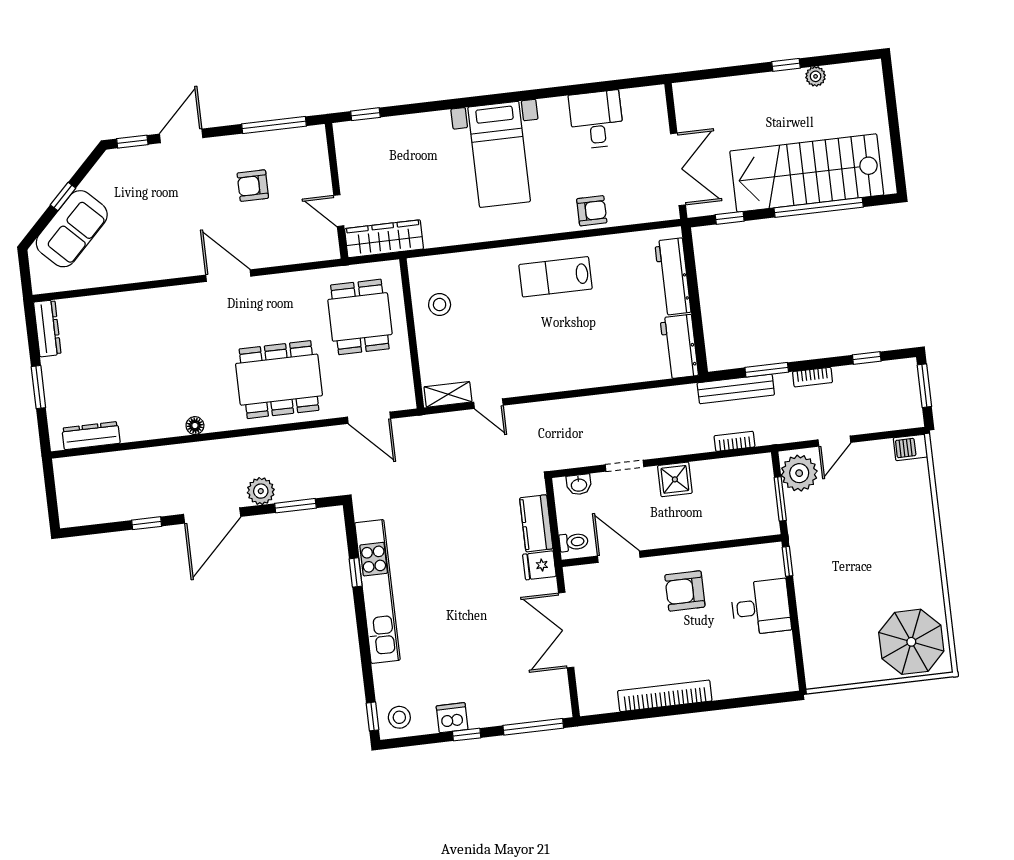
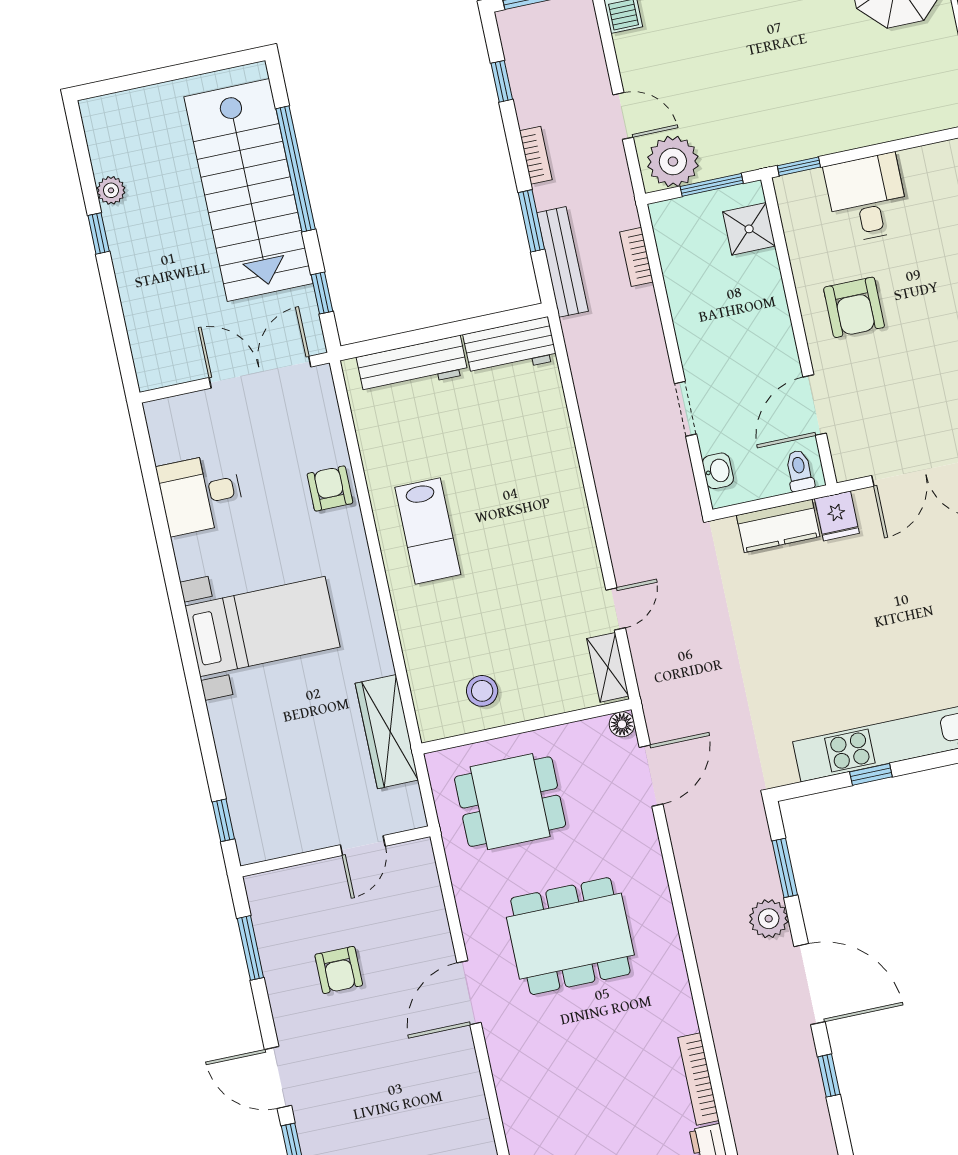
window: (274, 125) -> (250, 948), width x0.69
wardrobe: (384, 239) -> (387, 732), moved
dining table: (279, 380) -> (570, 936), moved, turned 90
floor lamp: (195, 426) -> (622, 724), moved
bookcase: (153, 431) -> (698, 1079), added
shower: (675, 479) -> (749, 229), moved

